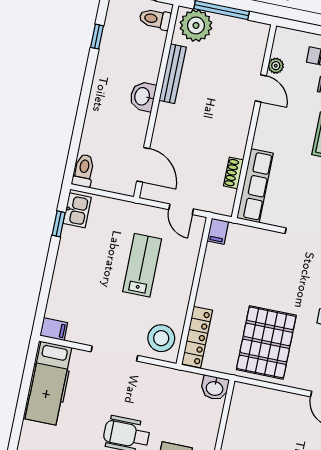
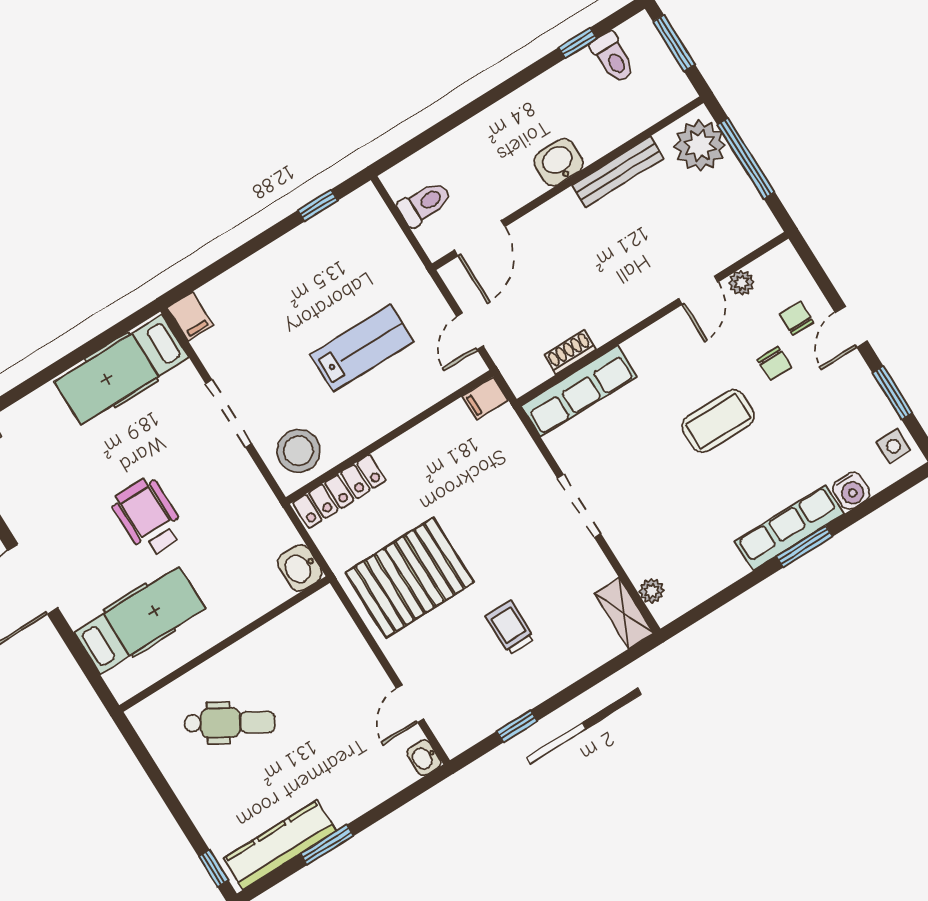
toilet: (155, 19) -> (613, 57), moved, turned 180
toilet: (84, 171) -> (425, 203), moved
kitchen sink: (77, 210) -> (354, 212), removed

